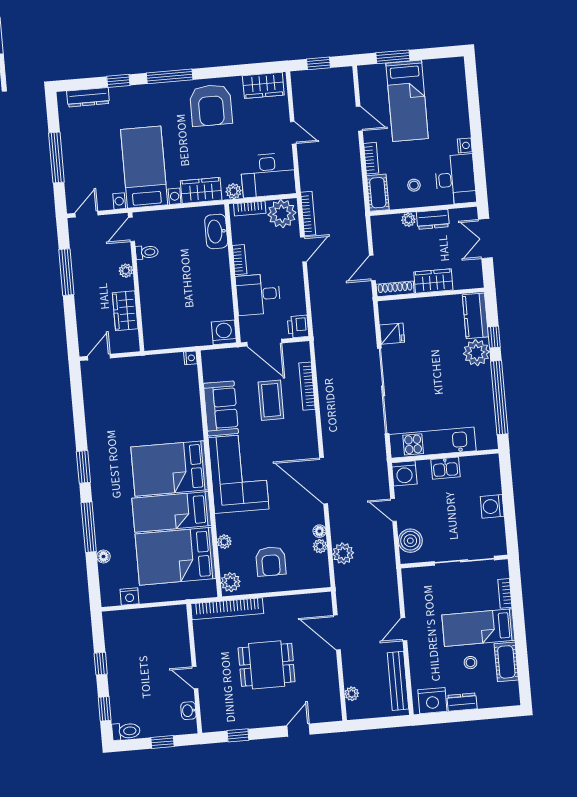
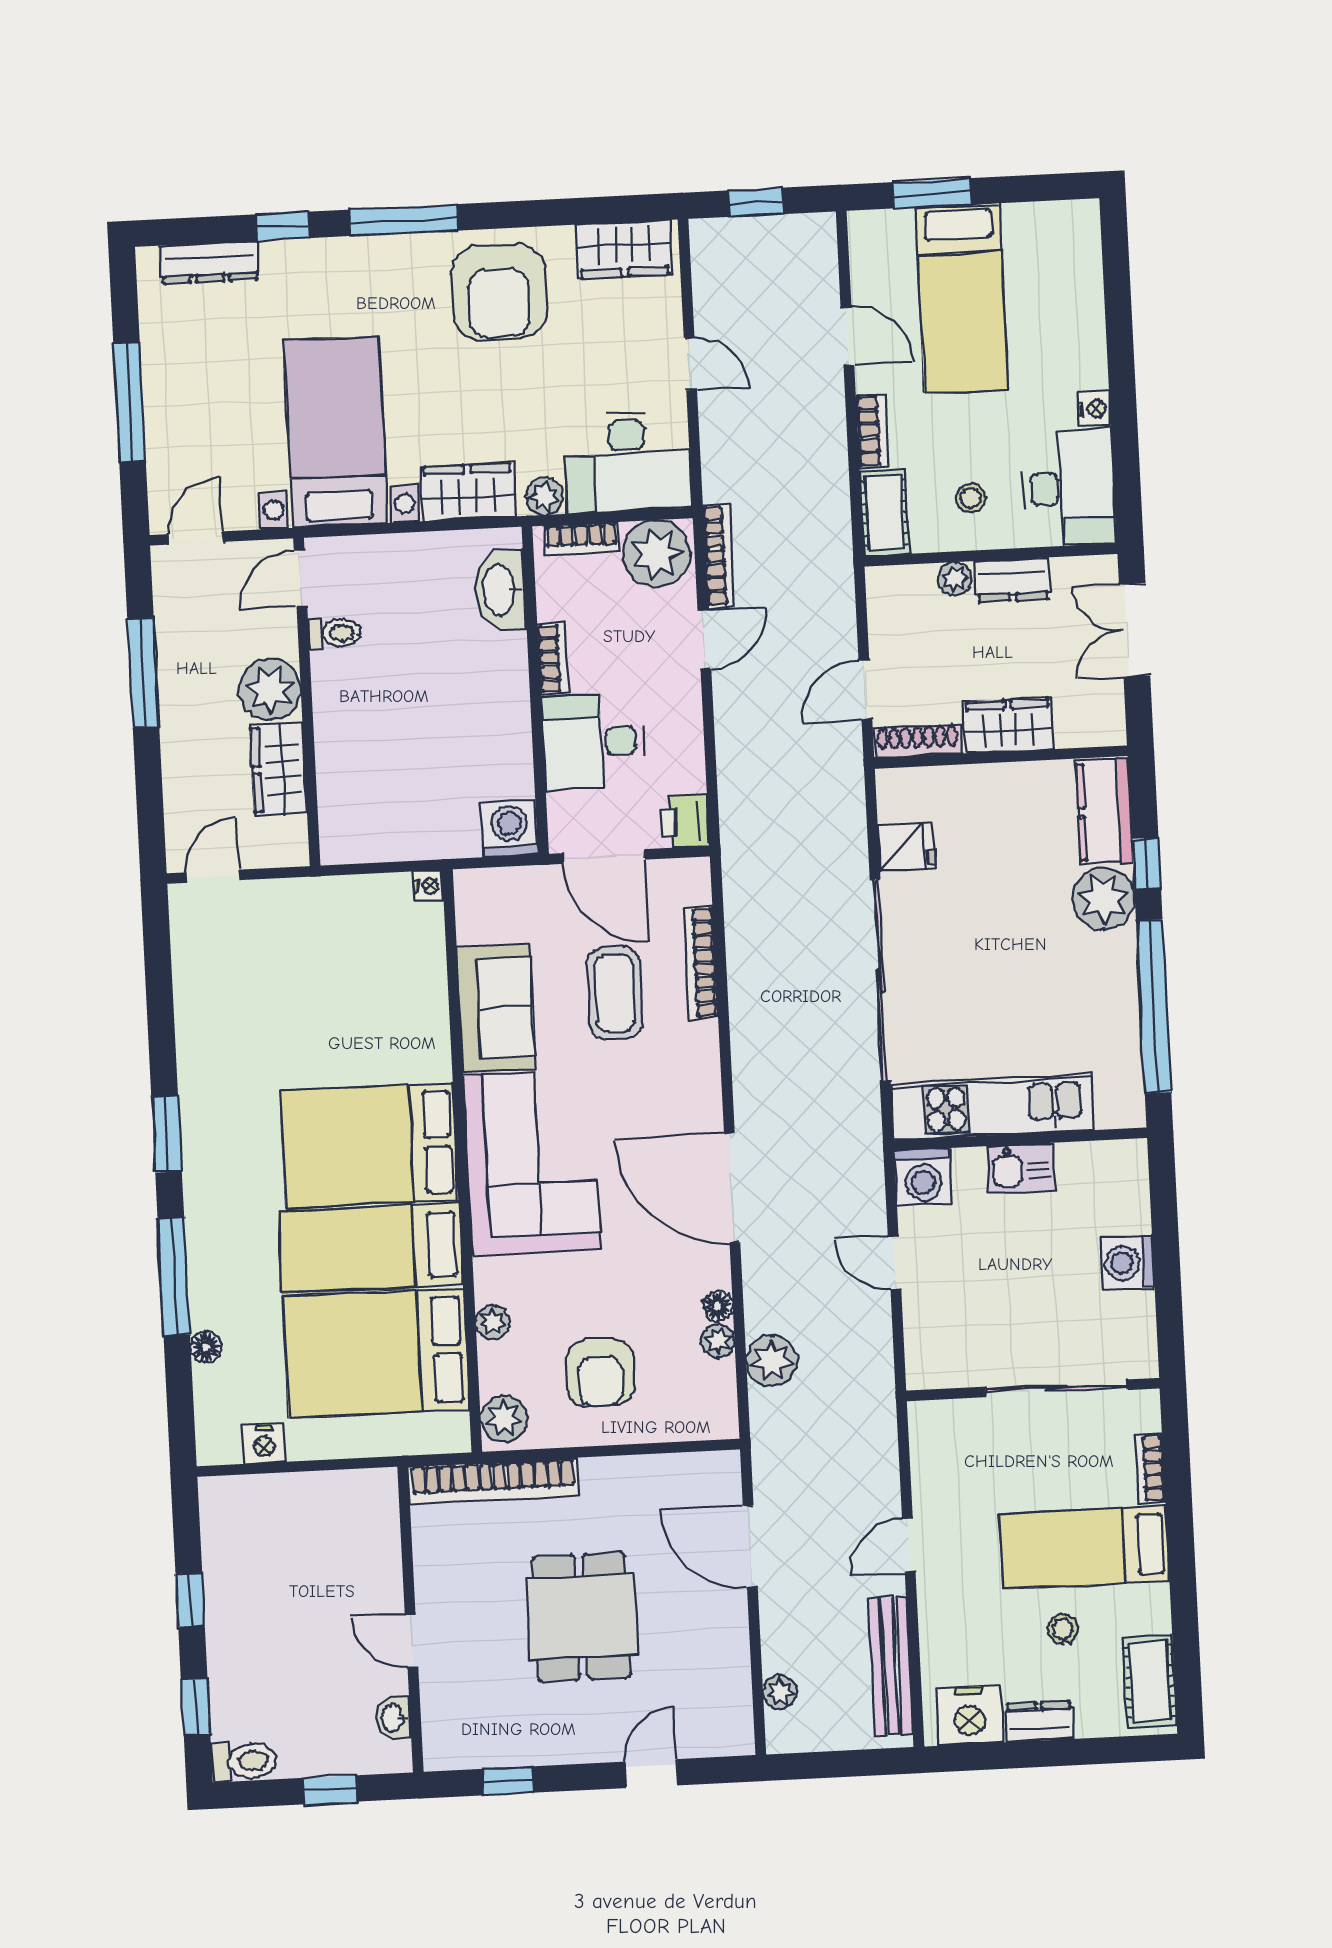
plant: (126, 271) -> (270, 690), width x1.87, depth x1.87
boiler: (410, 541) -> (931, 1336), removed
cot: (506, 662) -> (1150, 1681), moved
dining table: (267, 665) -> (582, 1617), turned 90

